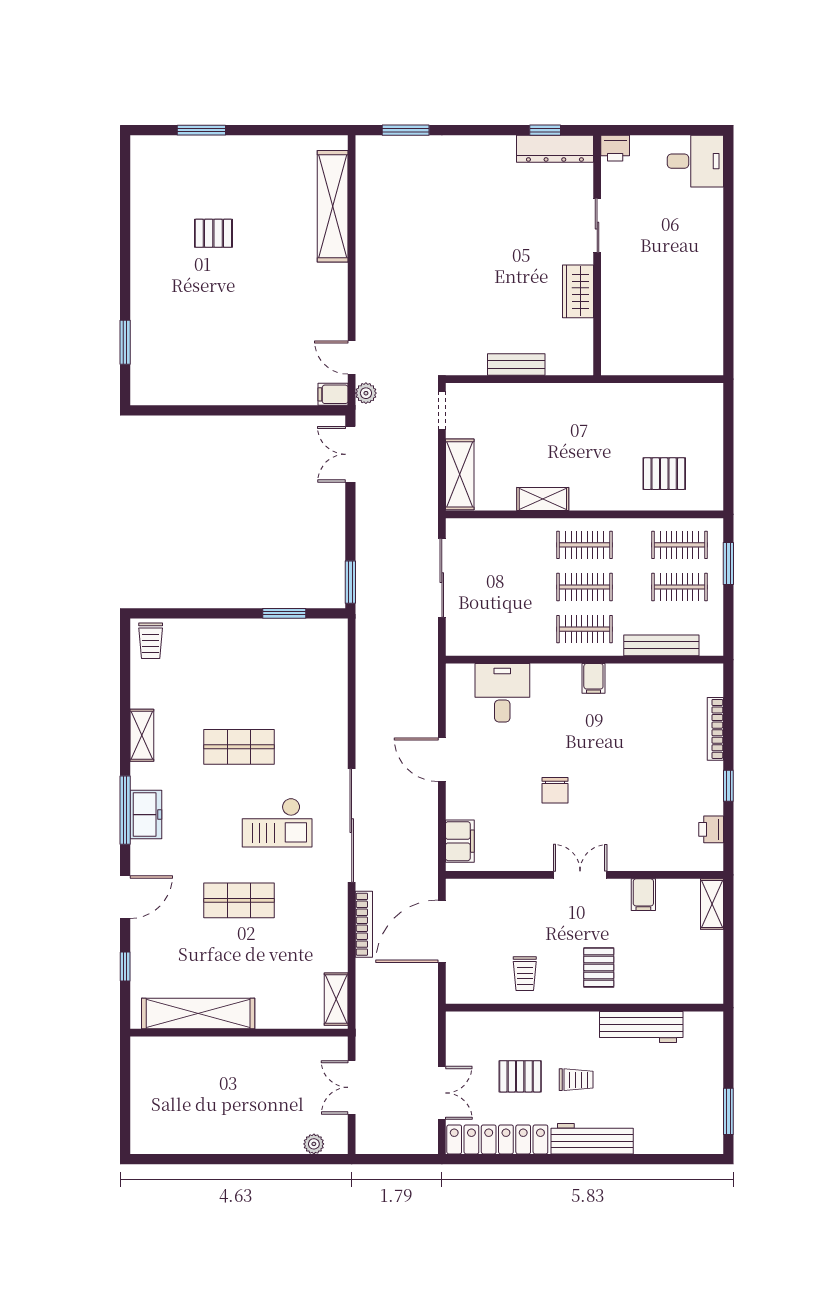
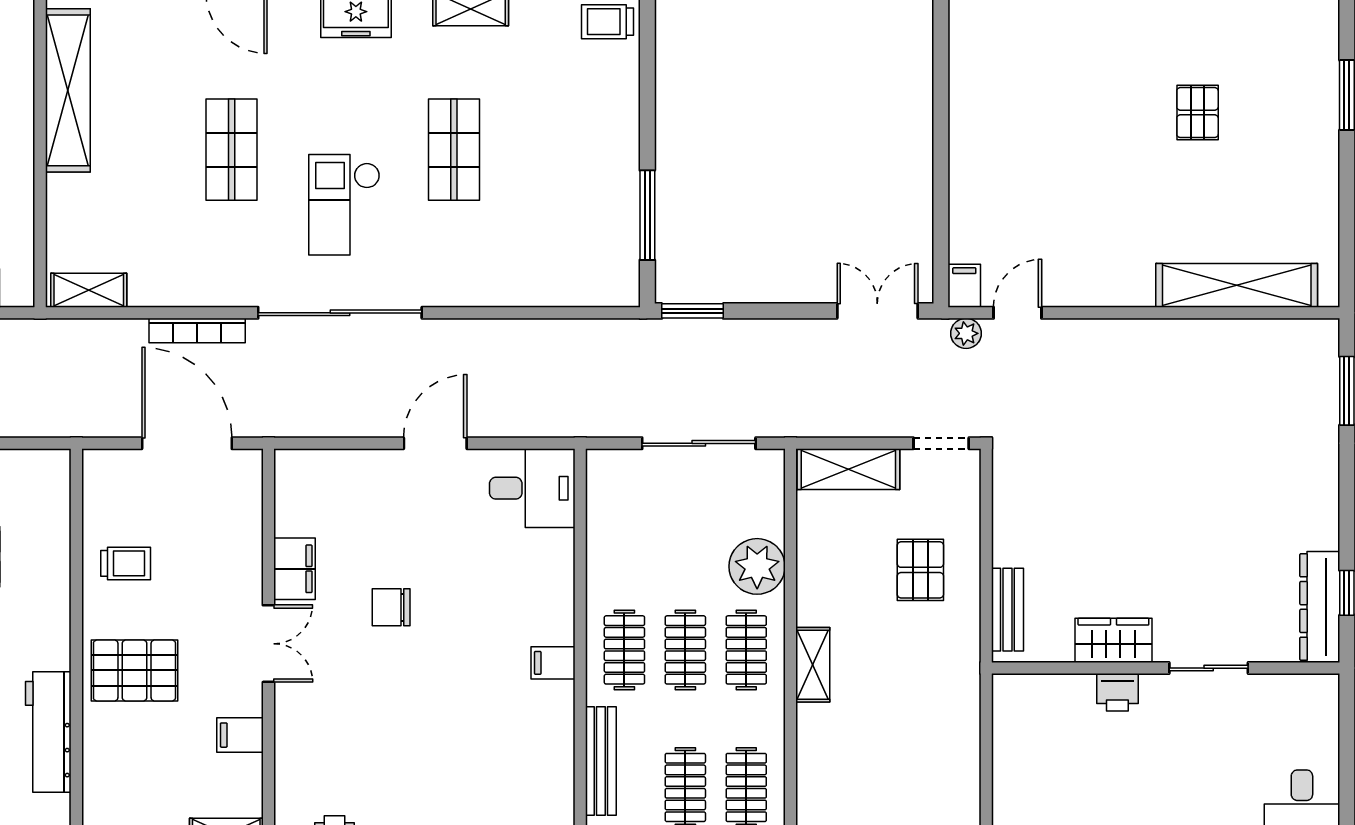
printer: (615, 148) -> (1117, 692), moved, turned -90
bench: (516, 365) -> (1007, 610), moved
pallet: (664, 474) -> (920, 570), moved
shelving: (543, 499) -> (813, 665), moved
plant: (527, 537) -> (757, 566), added
window: (284, 613) -> (647, 215), width x1.44
desk: (502, 693) -> (532, 488), moved
filing cabinet: (460, 841) -> (294, 569), moved, turned -90
pallet: (599, 967) -> (134, 670), width x1.50, depth x1.42
trolley: (525, 974) -> (126, 563), turned 180

